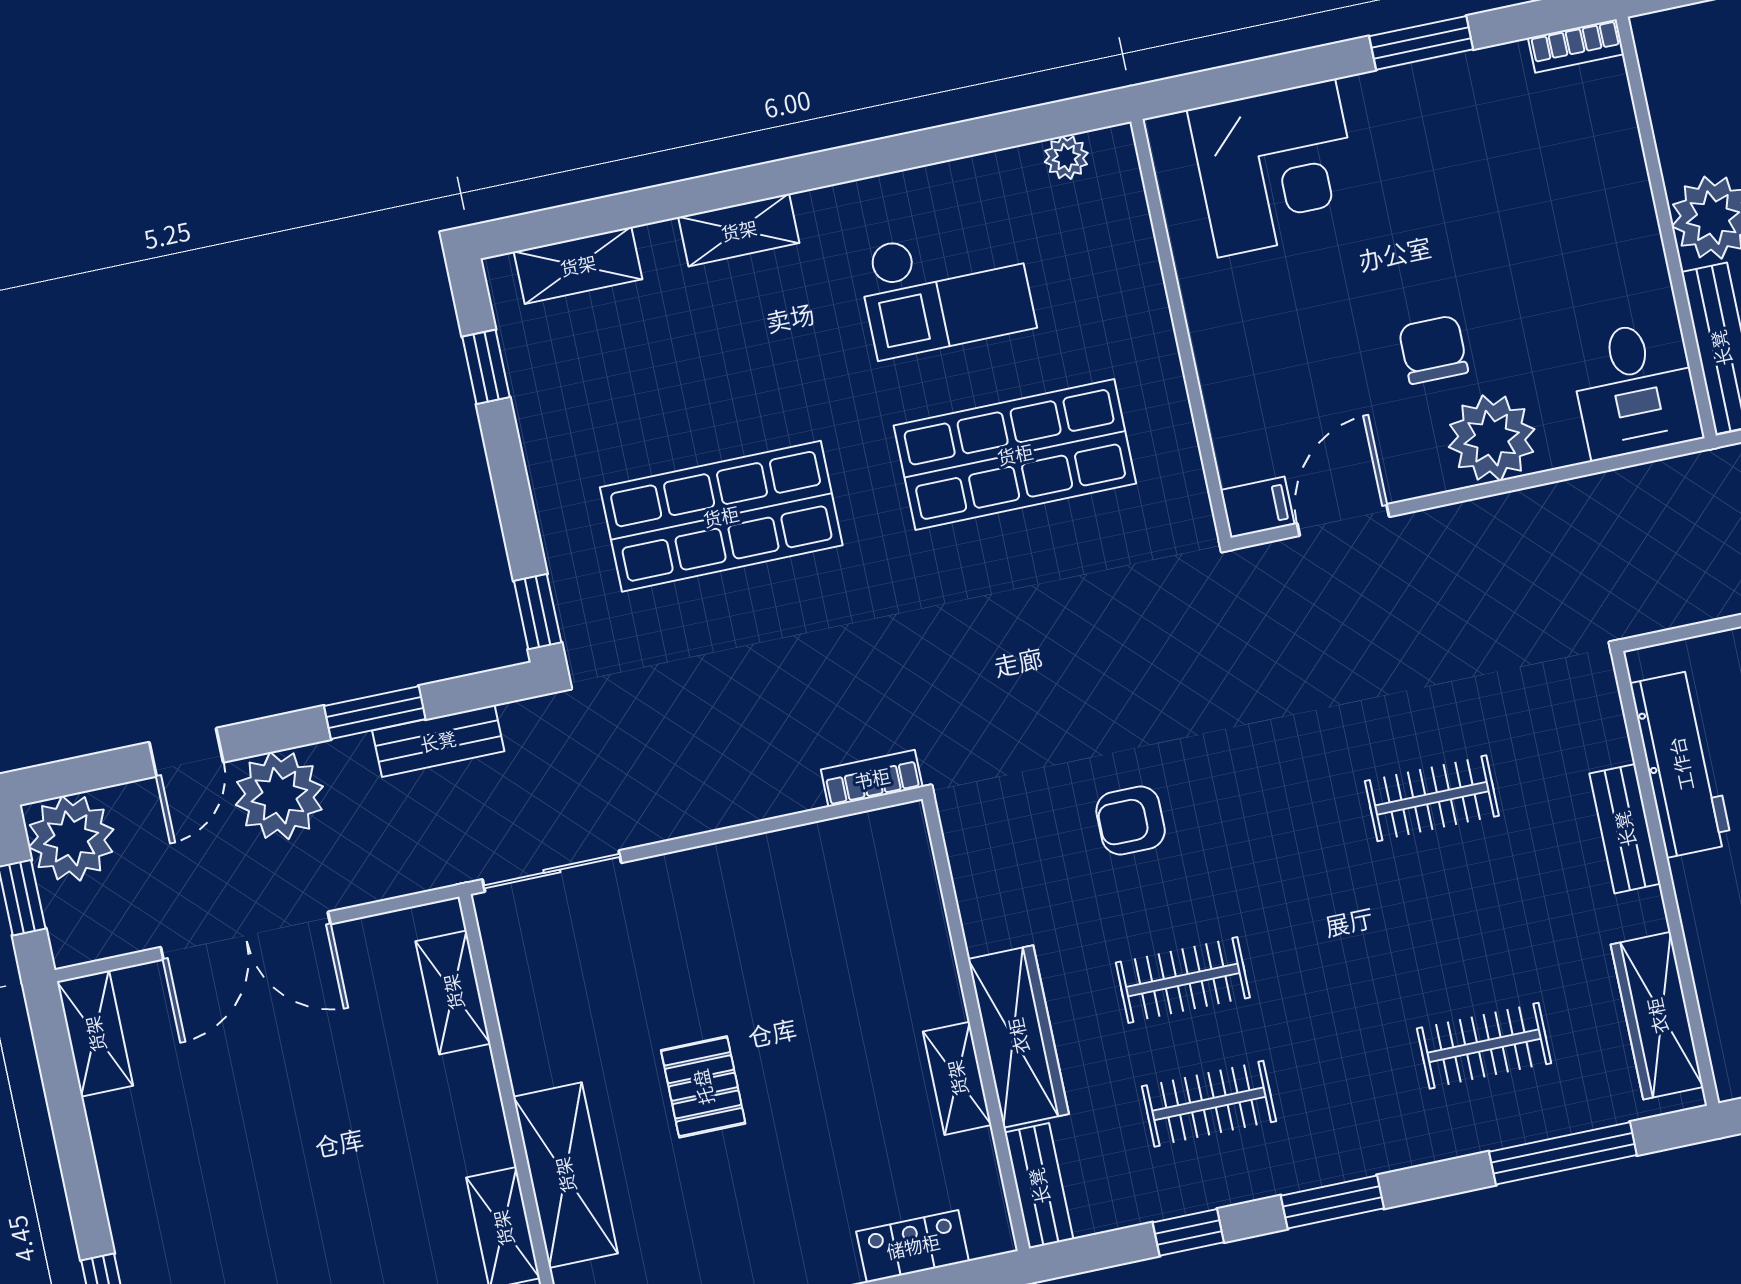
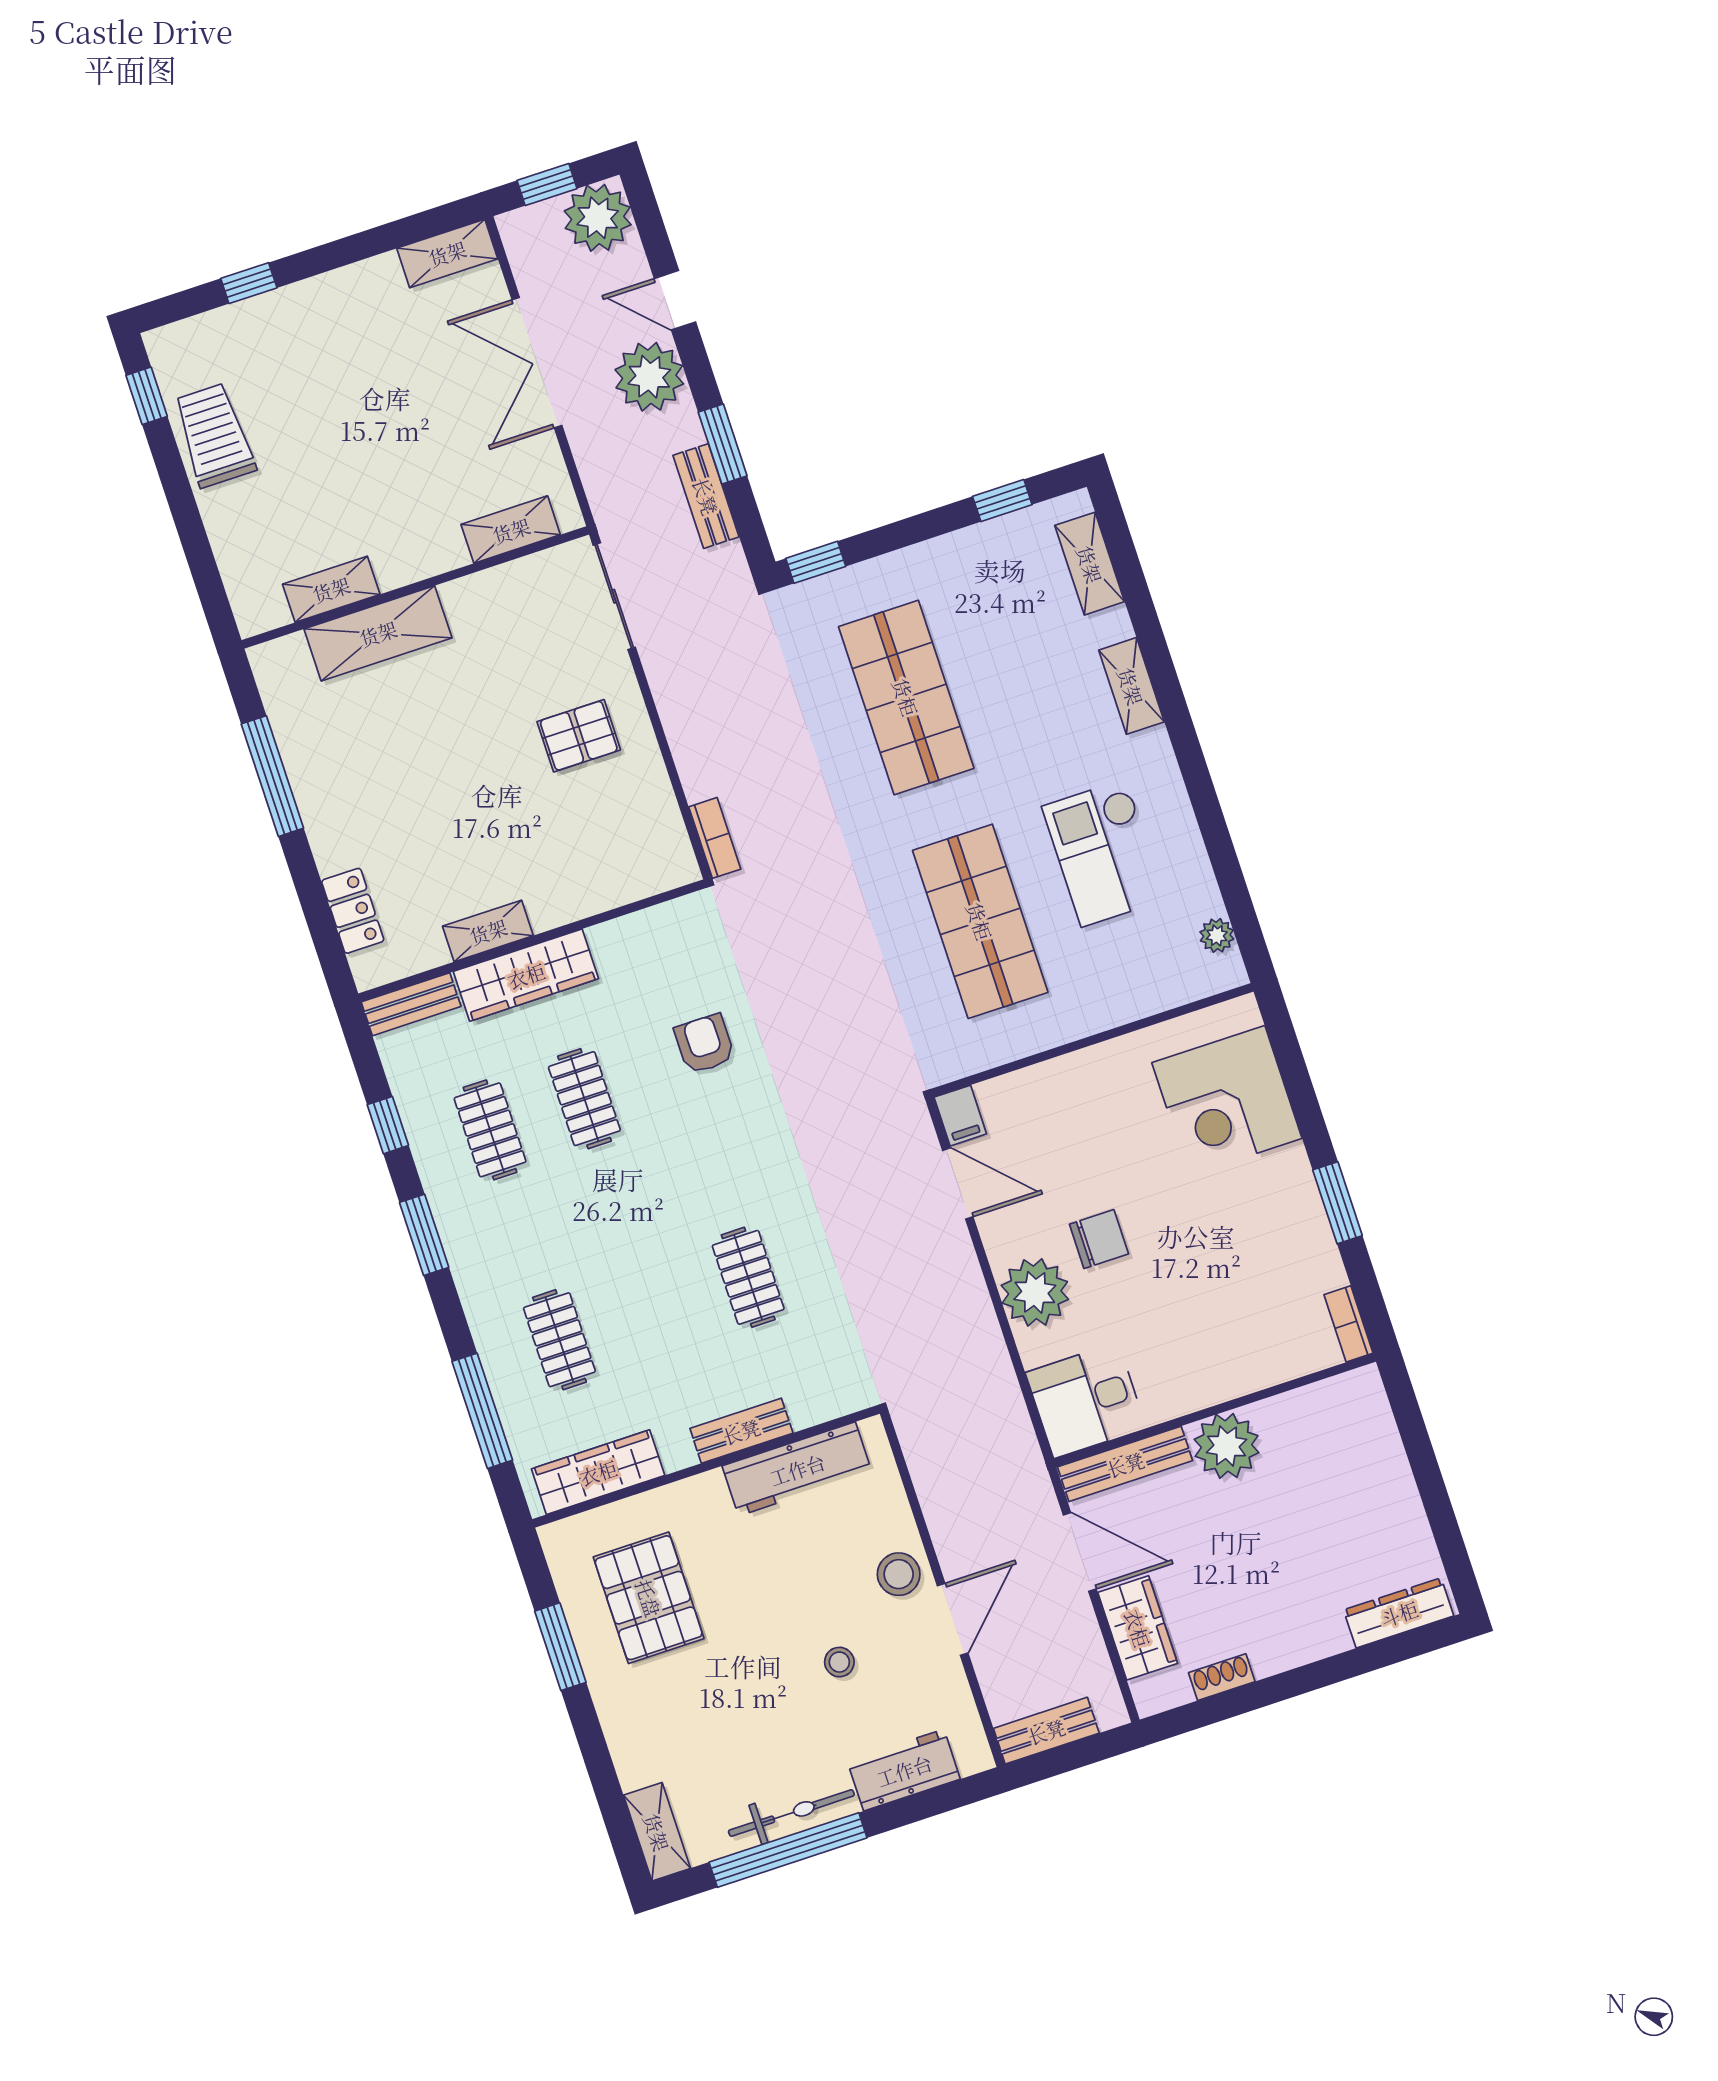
pallet: (703, 1087) -> (579, 736), moved

